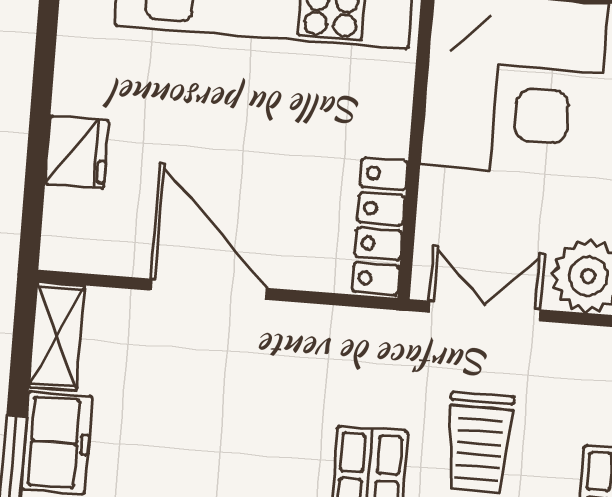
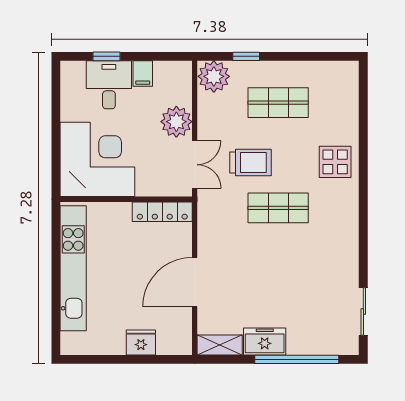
double door: (484, 311) -> (195, 165), swing flipped

